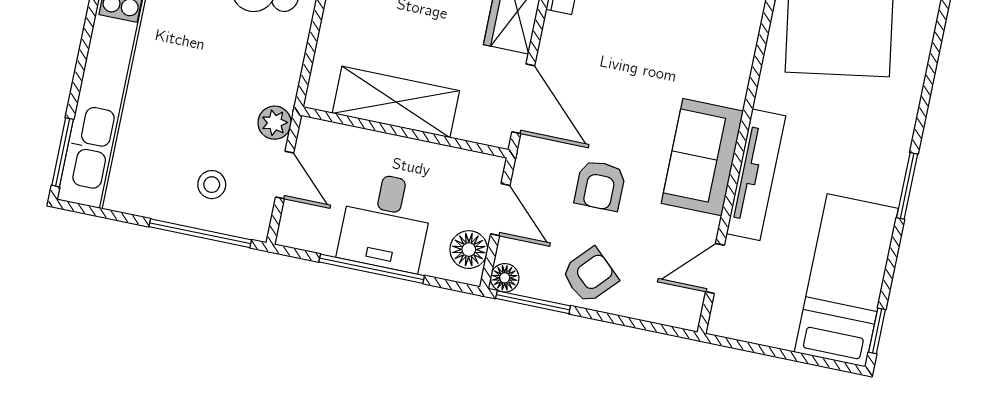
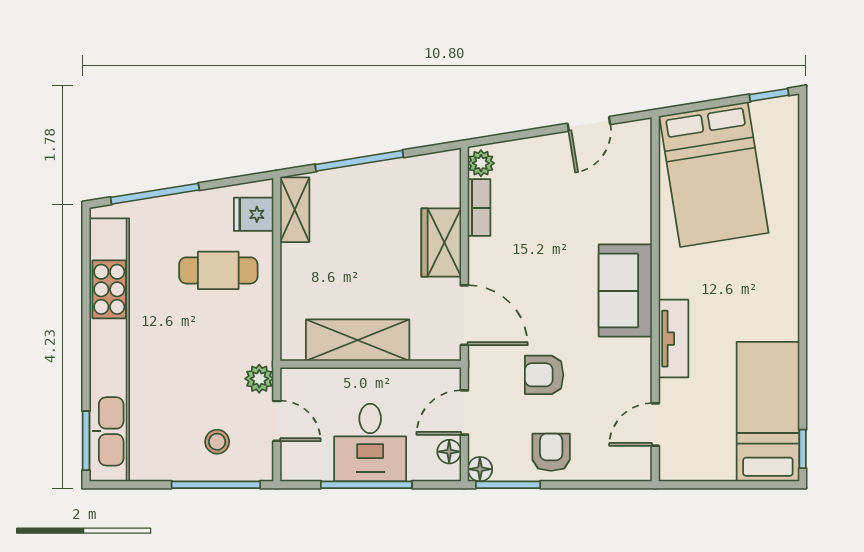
sofa: (702, 157) -> (625, 291), moved
tv unit: (756, 175) -> (673, 339), width x0.71
armchair: (600, 185) -> (544, 375), turned 90
window: (907, 186) -> (803, 322), removed
door: (500, 210) -> (464, 412), swing flipped
floor lamp: (469, 250) -> (449, 452), width x0.73, depth x0.73
armchair: (590, 275) -> (551, 452), turned -43

